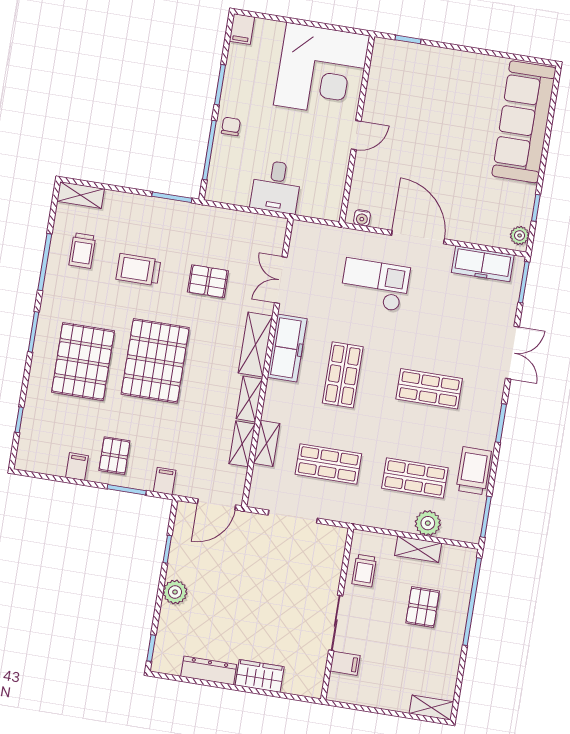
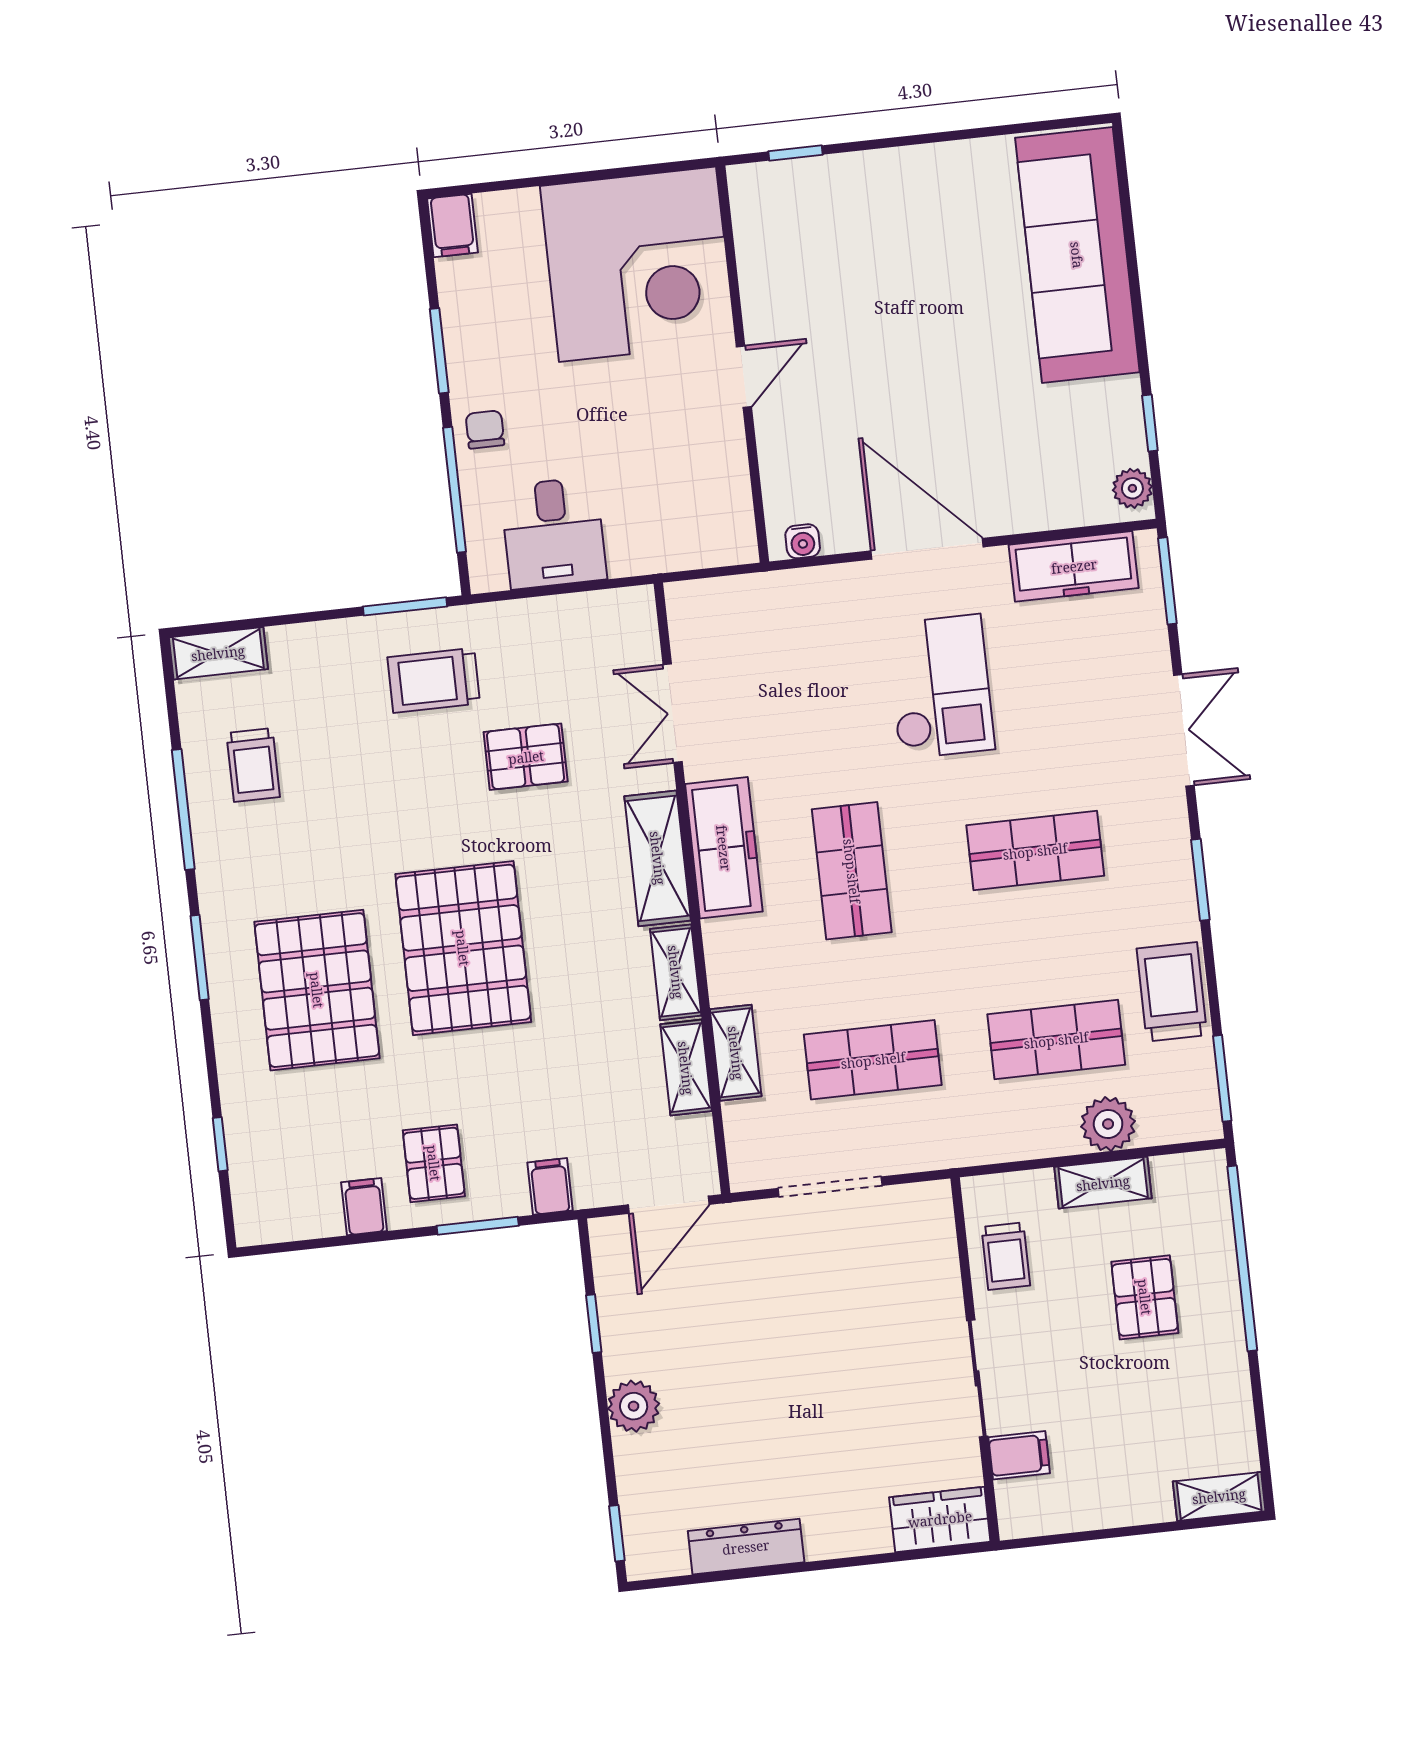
desk: (276, 187) -> (553, 533), moved
trolley: (138, 270) -> (434, 680), moved
checkout: (375, 285) -> (940, 687), moved, turned 90
wardrobe: (260, 676) -> (940, 1519), moved

